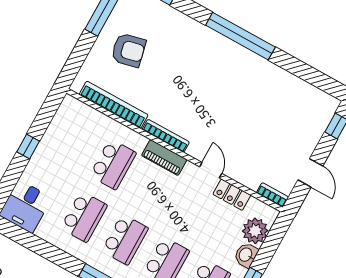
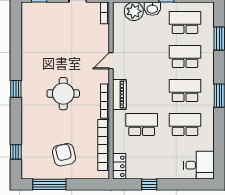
window: (240, 36) -> (16, 89), width x0.32
round table: (203, 90) -> (63, 94), added
window: (28, 147) -> (149, 184), moved
locker: (232, 195) -> (119, 166), moved

